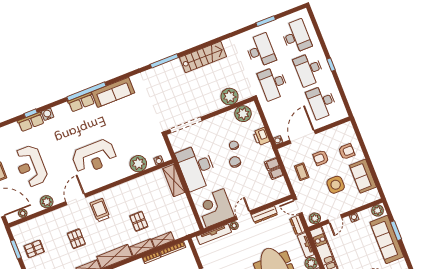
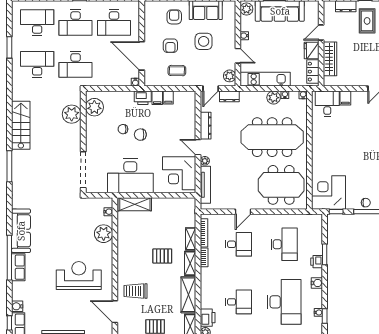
printer: (261, 137) -> (143, 98), moved
reception desk: (94, 157) -> (79, 276), turned -90
tv unit: (306, 245) -> (253, 96), removed

